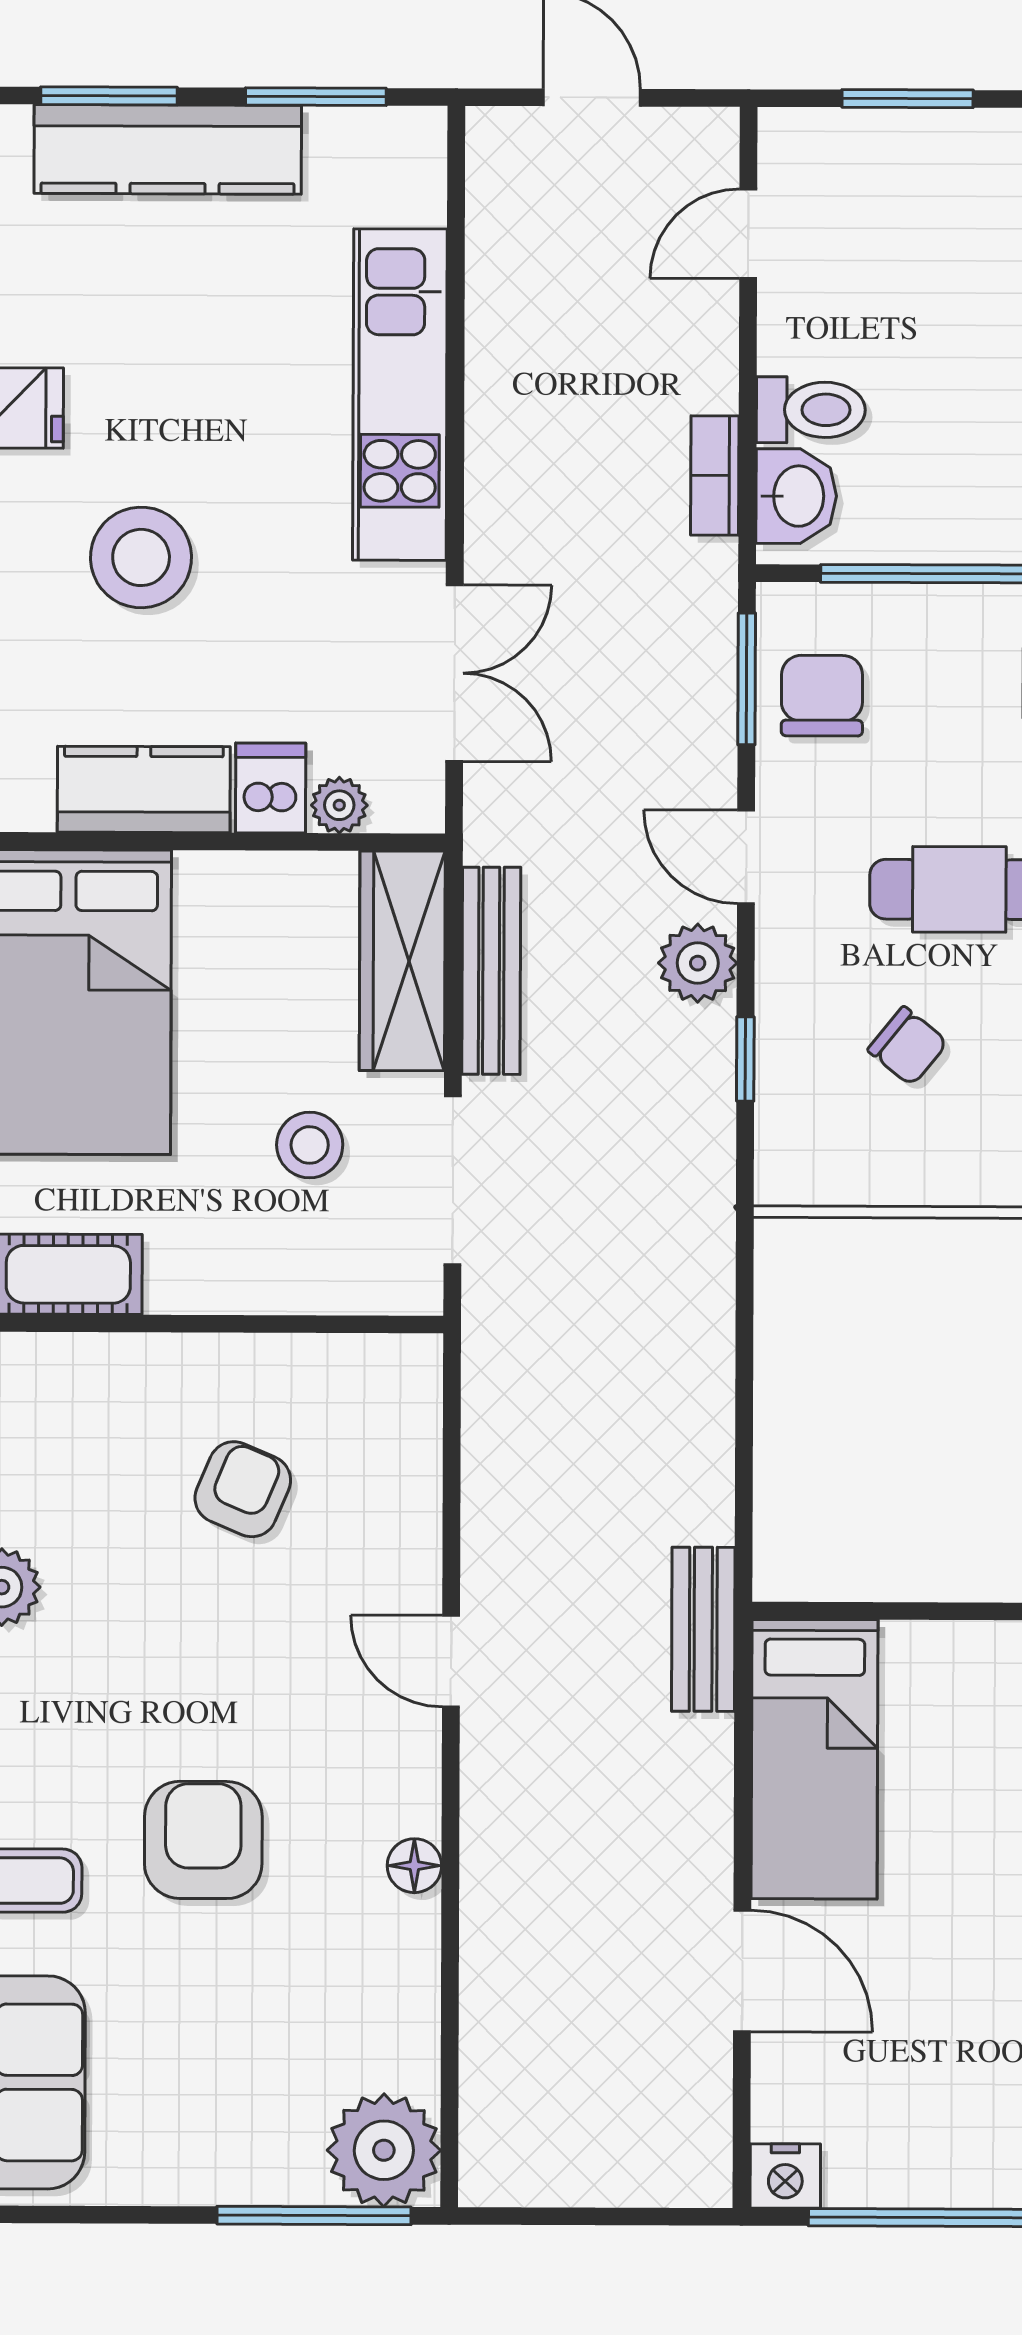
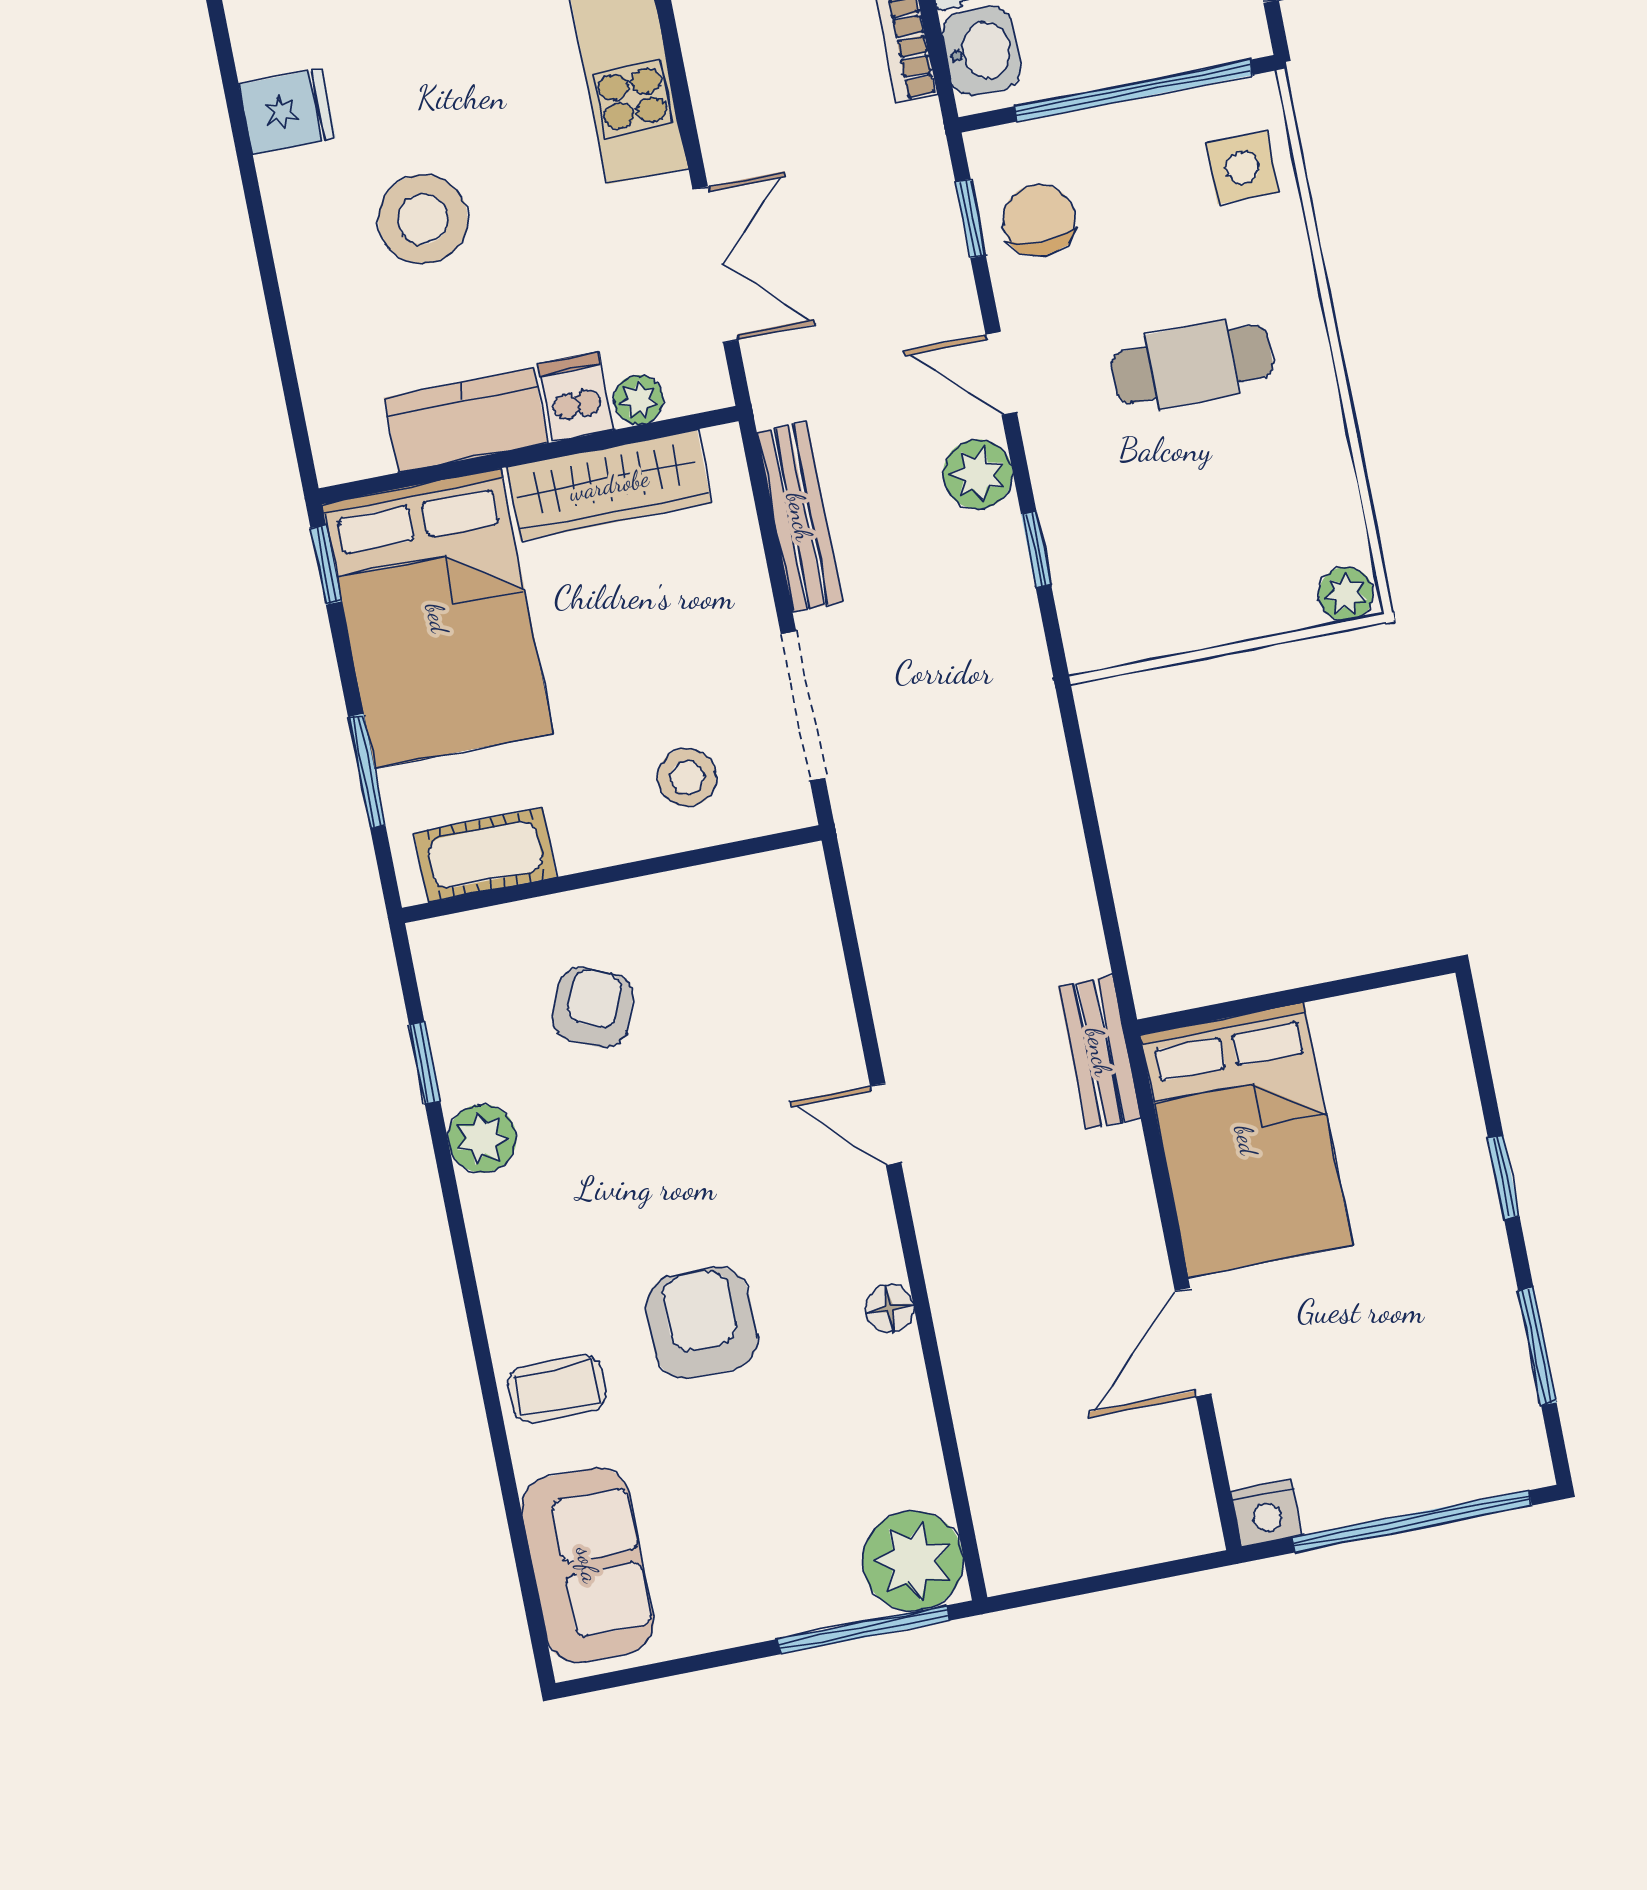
window: (747, 679) -> (971, 219), width x0.67
wardrobe: (402, 961) -> (609, 485), moved, turned -90
chair: (908, 1046) -> (1175, 509), removed
stool: (310, 1145) -> (687, 777), moved
armchair: (243, 1489) -> (593, 1008), moved
bed: (815, 1759) -> (1246, 1140), width x1.50
door: (742, 1971) -> (1193, 1342), swing flipped

